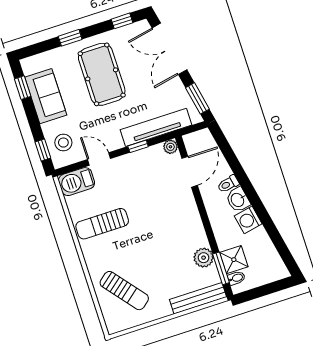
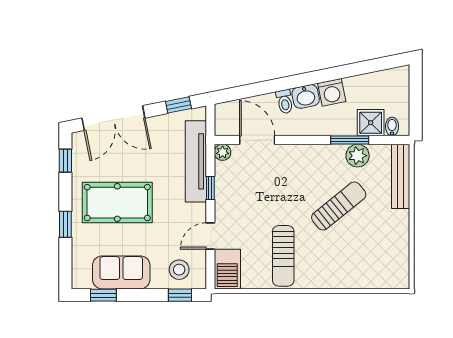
window: (197, 98) -> (178, 105), width x0.67
window: (221, 268) -> (350, 140), moved
sun lounger: (124, 291) -> (339, 206), moved

